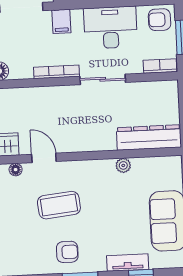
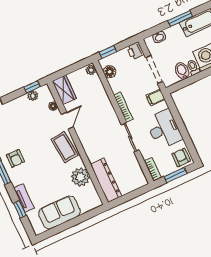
plant: (123, 165) -> (80, 177), width x1.88, depth x1.88
coffee table: (59, 205) -> (64, 147), moved

